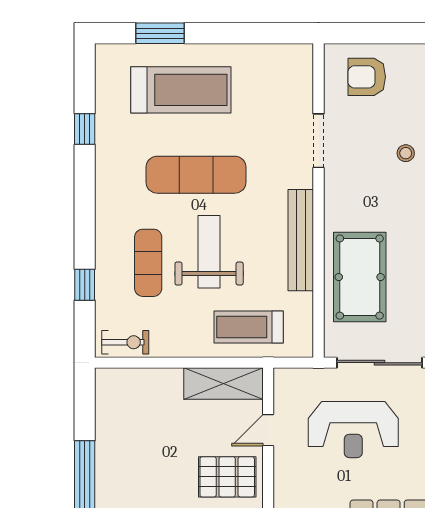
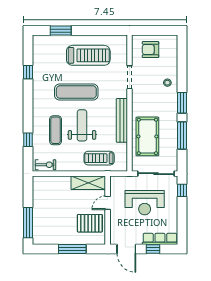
treadmill: (181, 90) -> (88, 55), moved

